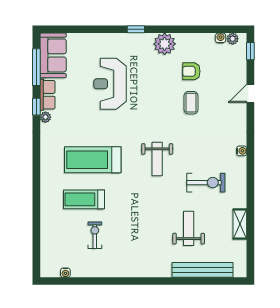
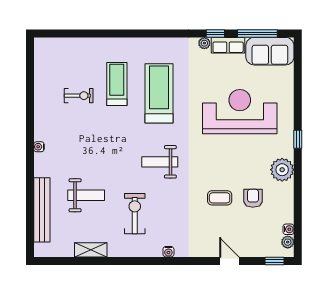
reception desk: (110, 84) -> (240, 112), width x1.36, depth x1.30
exercise bike: (206, 183) -> (135, 214), turned 180
water cooler: (65, 273) -> (39, 147), moved

